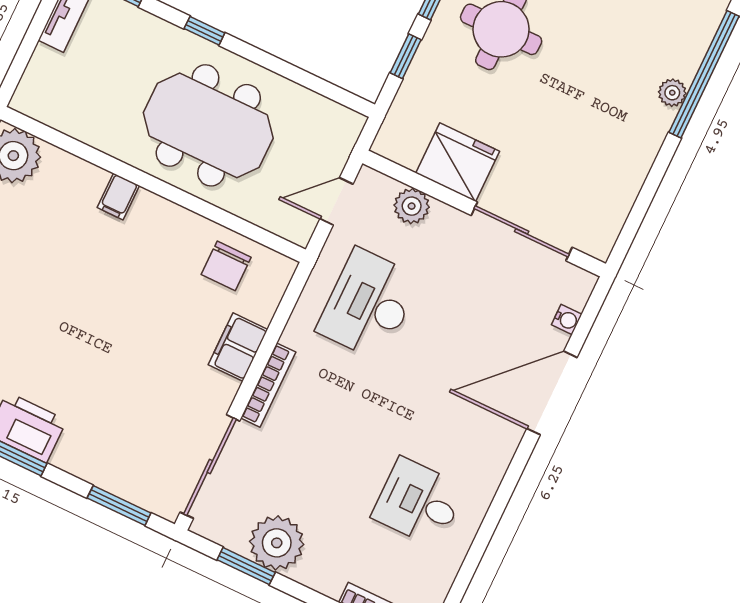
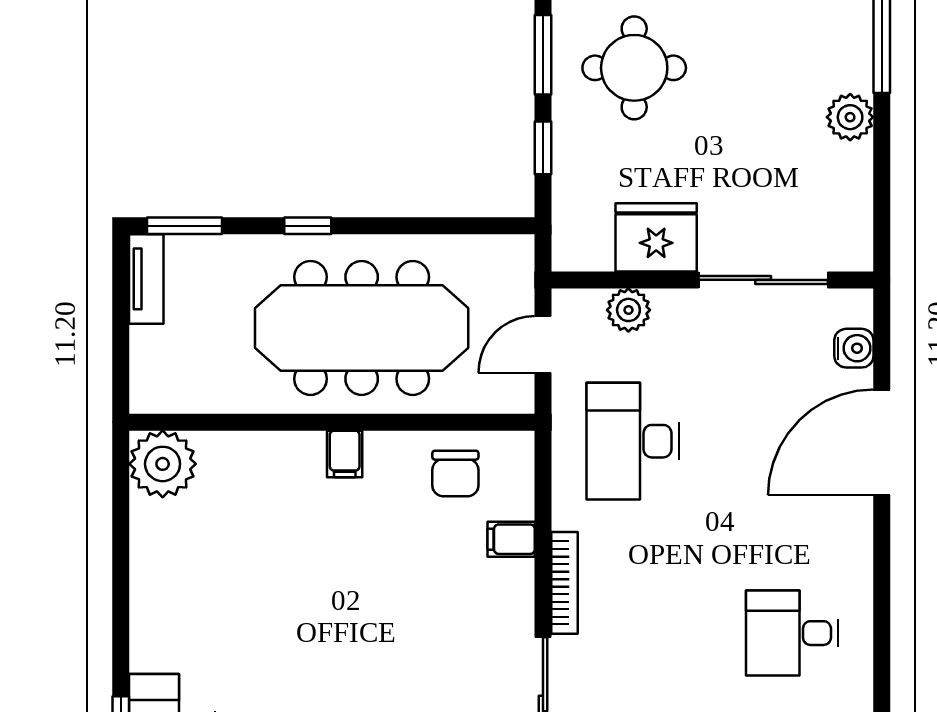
plant: (672, 93) -> (850, 117), moved, width x1.38, depth x1.38
meeting table: (208, 125) -> (362, 328), width x1.36
filing cabinet: (118, 197) -> (345, 454), moved
water cooler: (567, 320) -> (854, 348), width x1.38, depth x1.38
filing cabinet: (238, 347) -> (511, 539), width x0.50

